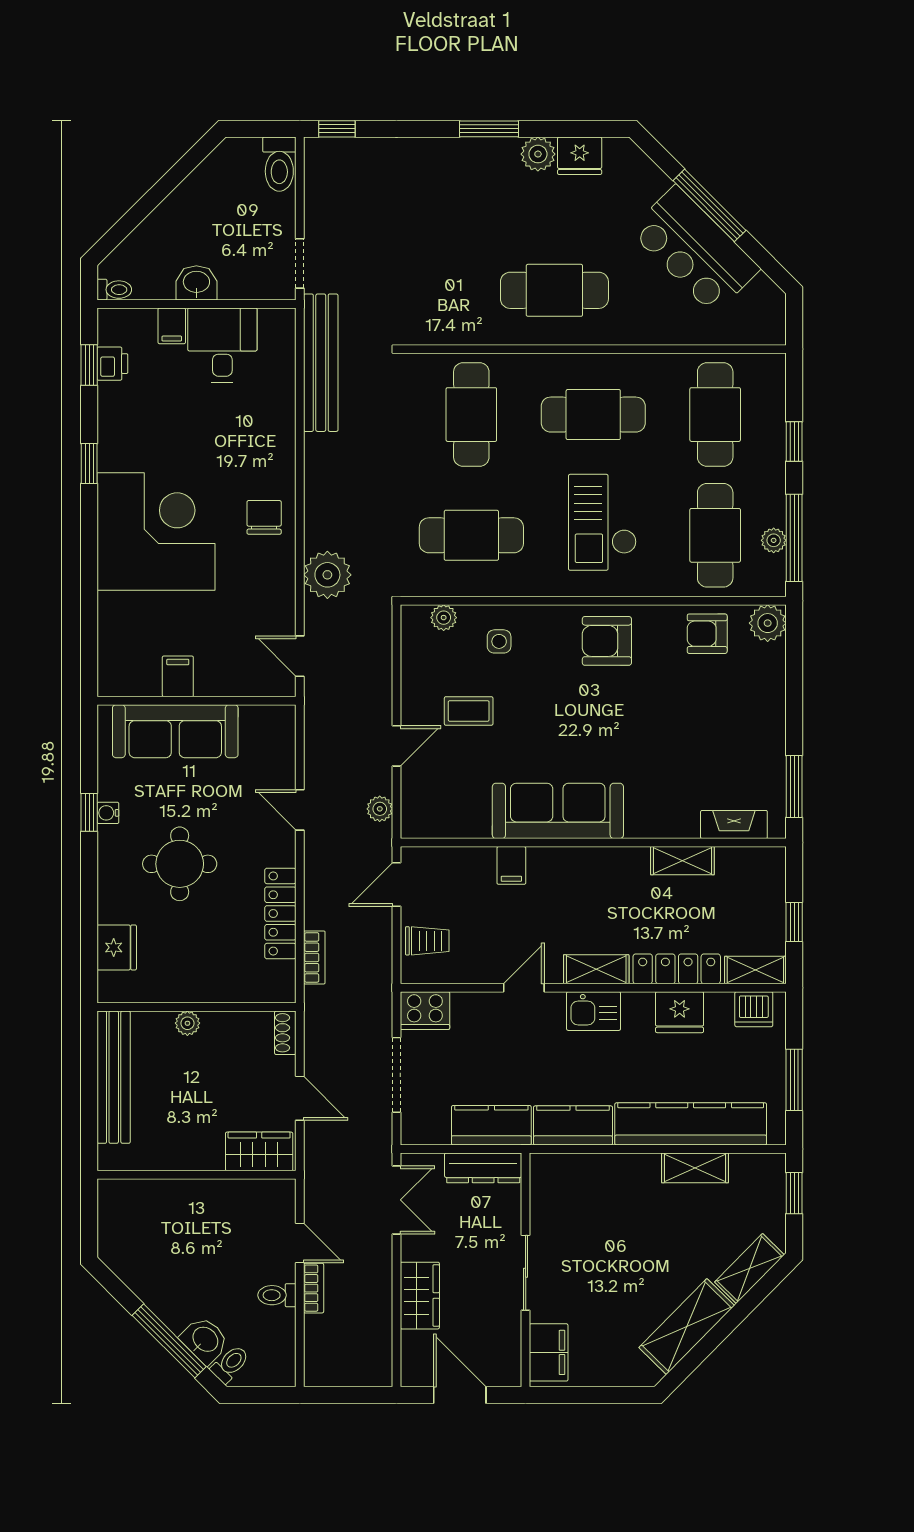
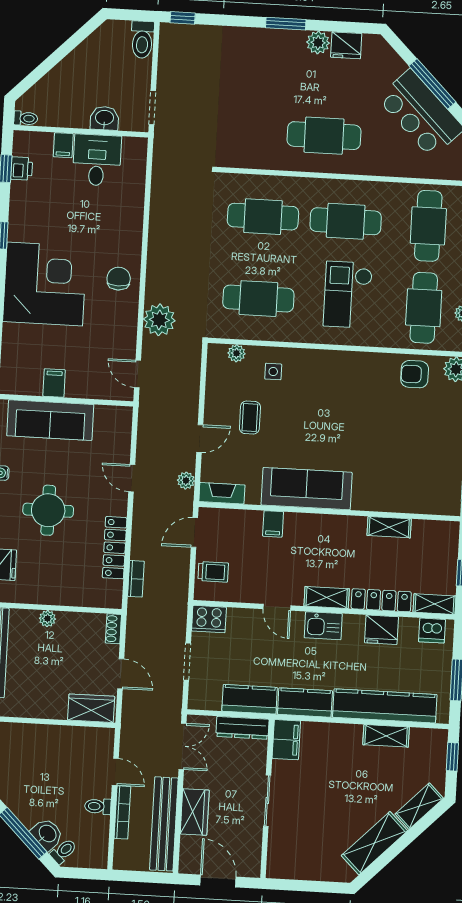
washbasin: (196, 283) -> (104, 118), moved
bench: (321, 363) -> (164, 824), moved
cafe table: (471, 415) -> (263, 217), turned 90
armchair: (607, 641) -> (346, 375), removed
coffee table: (469, 711) -> (250, 418), turned 90
fireplace: (734, 825) -> (222, 493), moved
door: (524, 988) -> (277, 607), swing flipped
doorway: (397, 1075) -> (187, 661), width x0.73
bookcase: (314, 1288) -> (122, 812), width x1.56
filing cabinet: (549, 1352) -> (286, 740), moved

